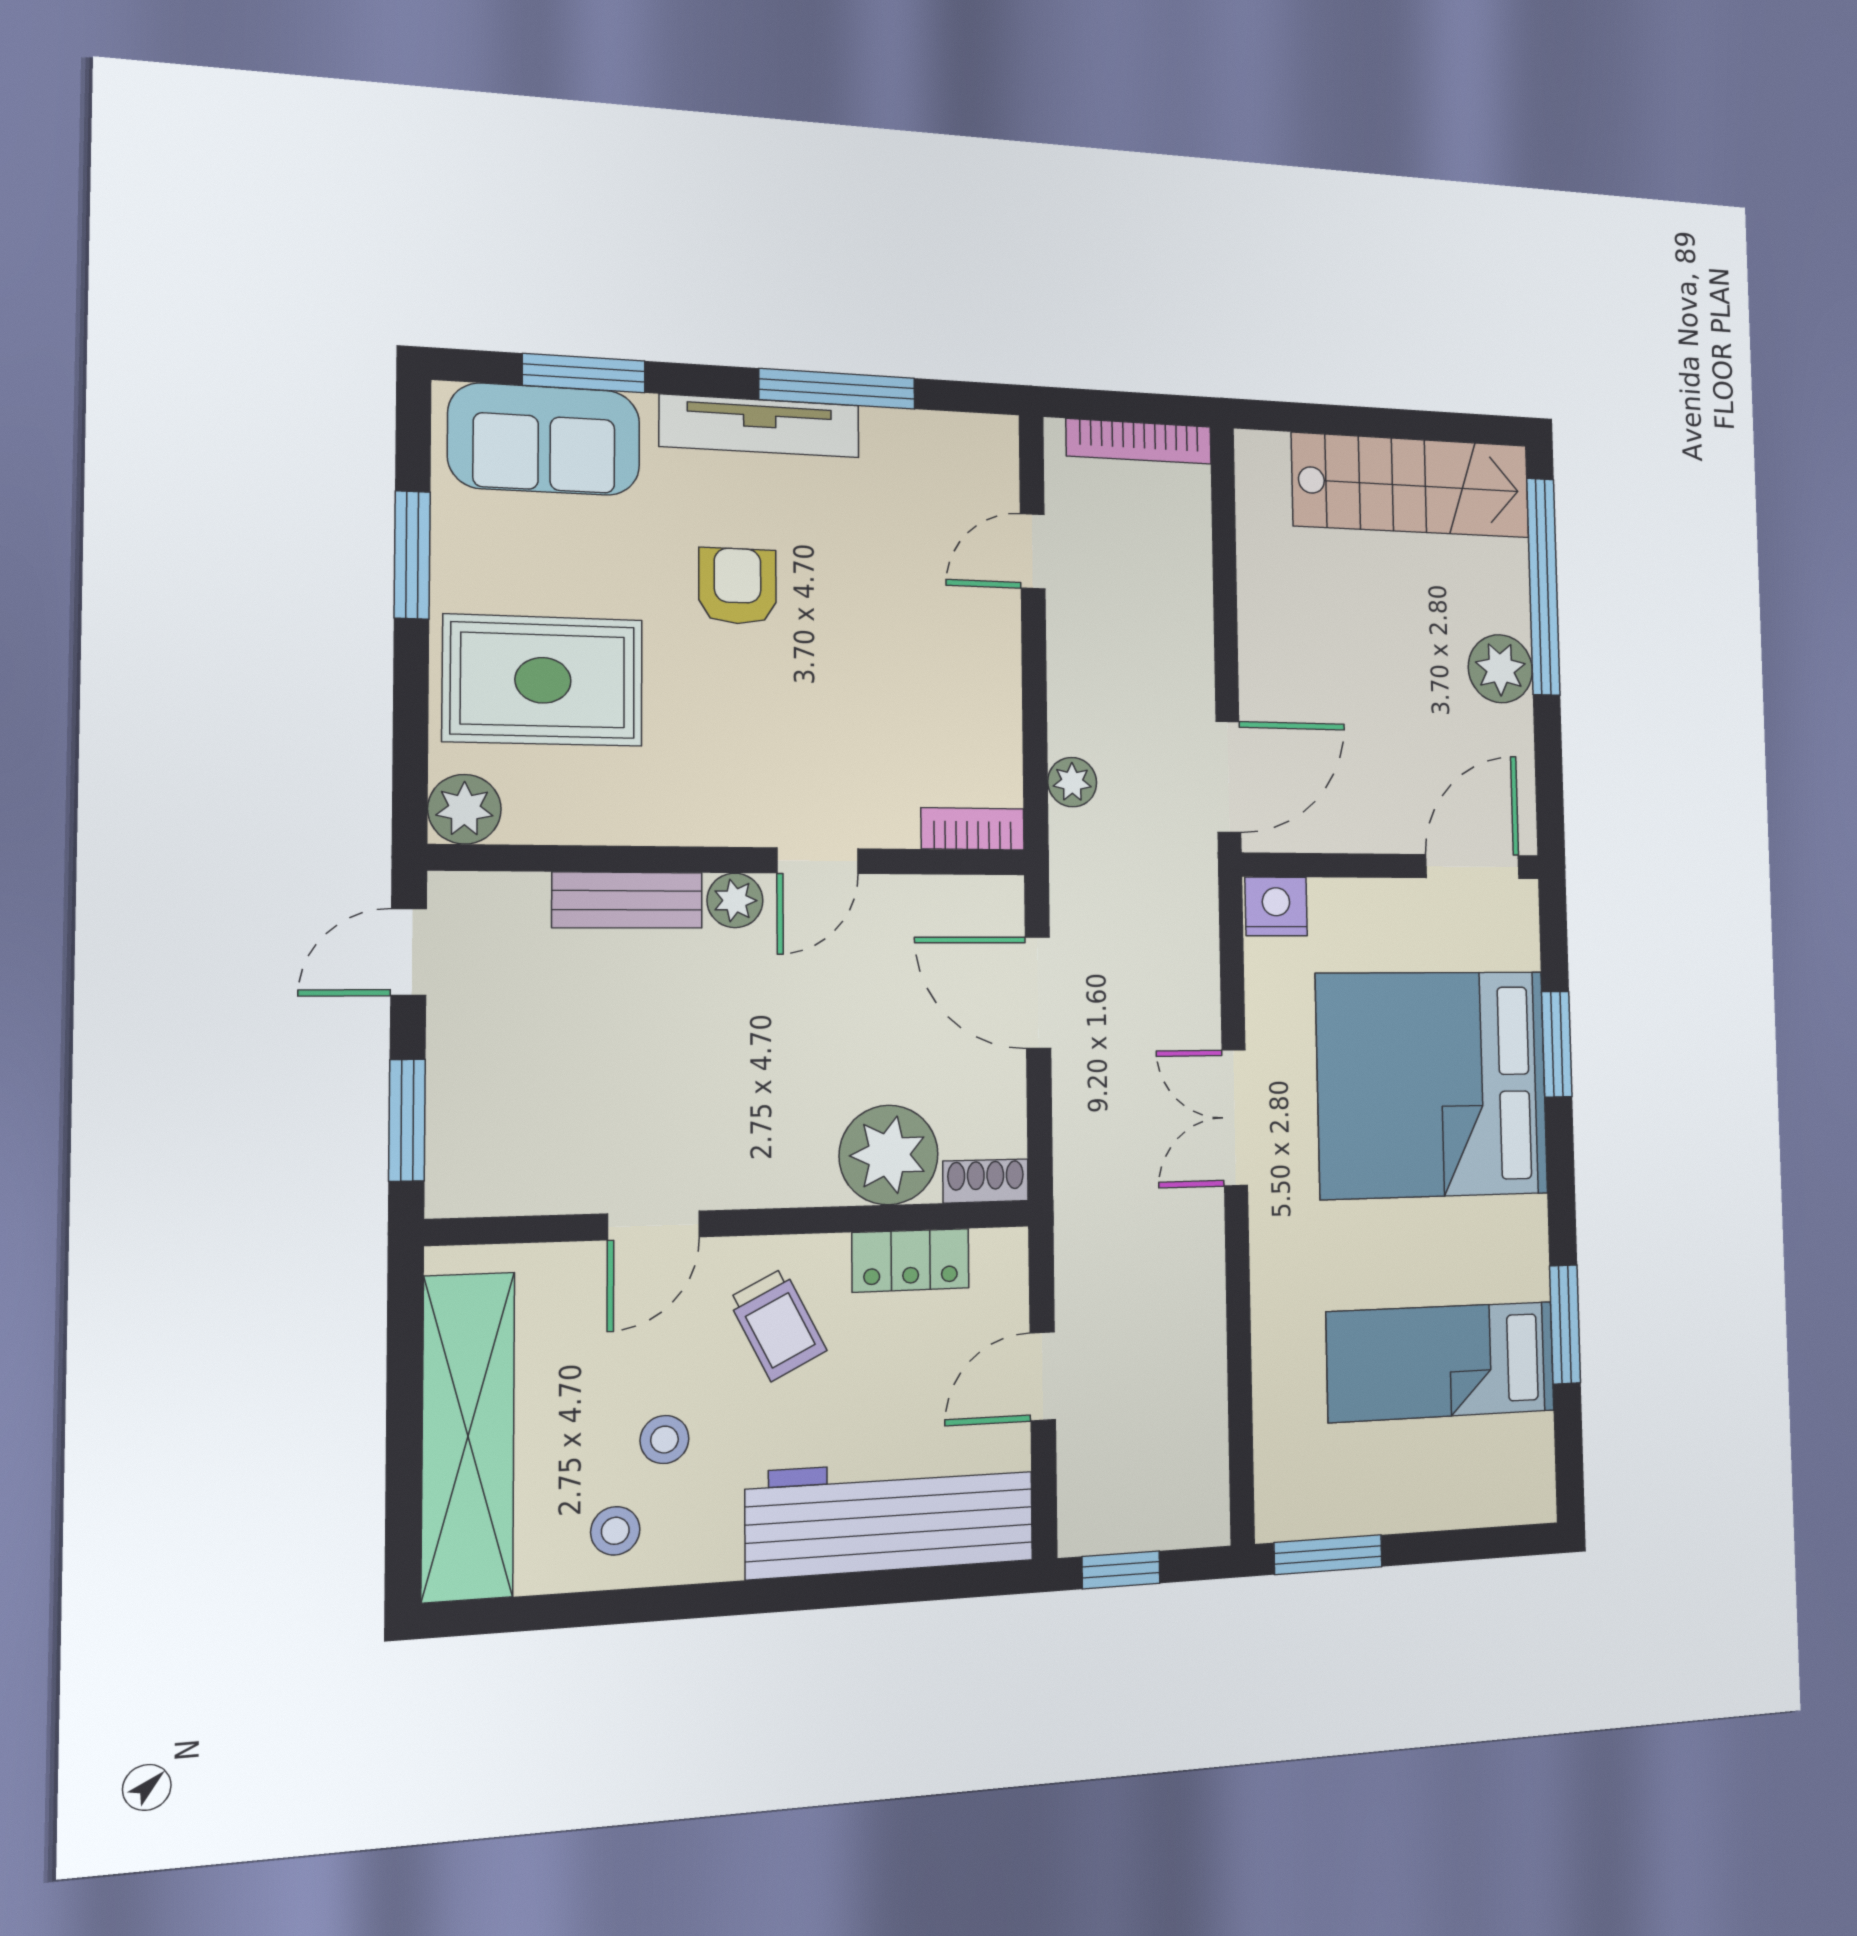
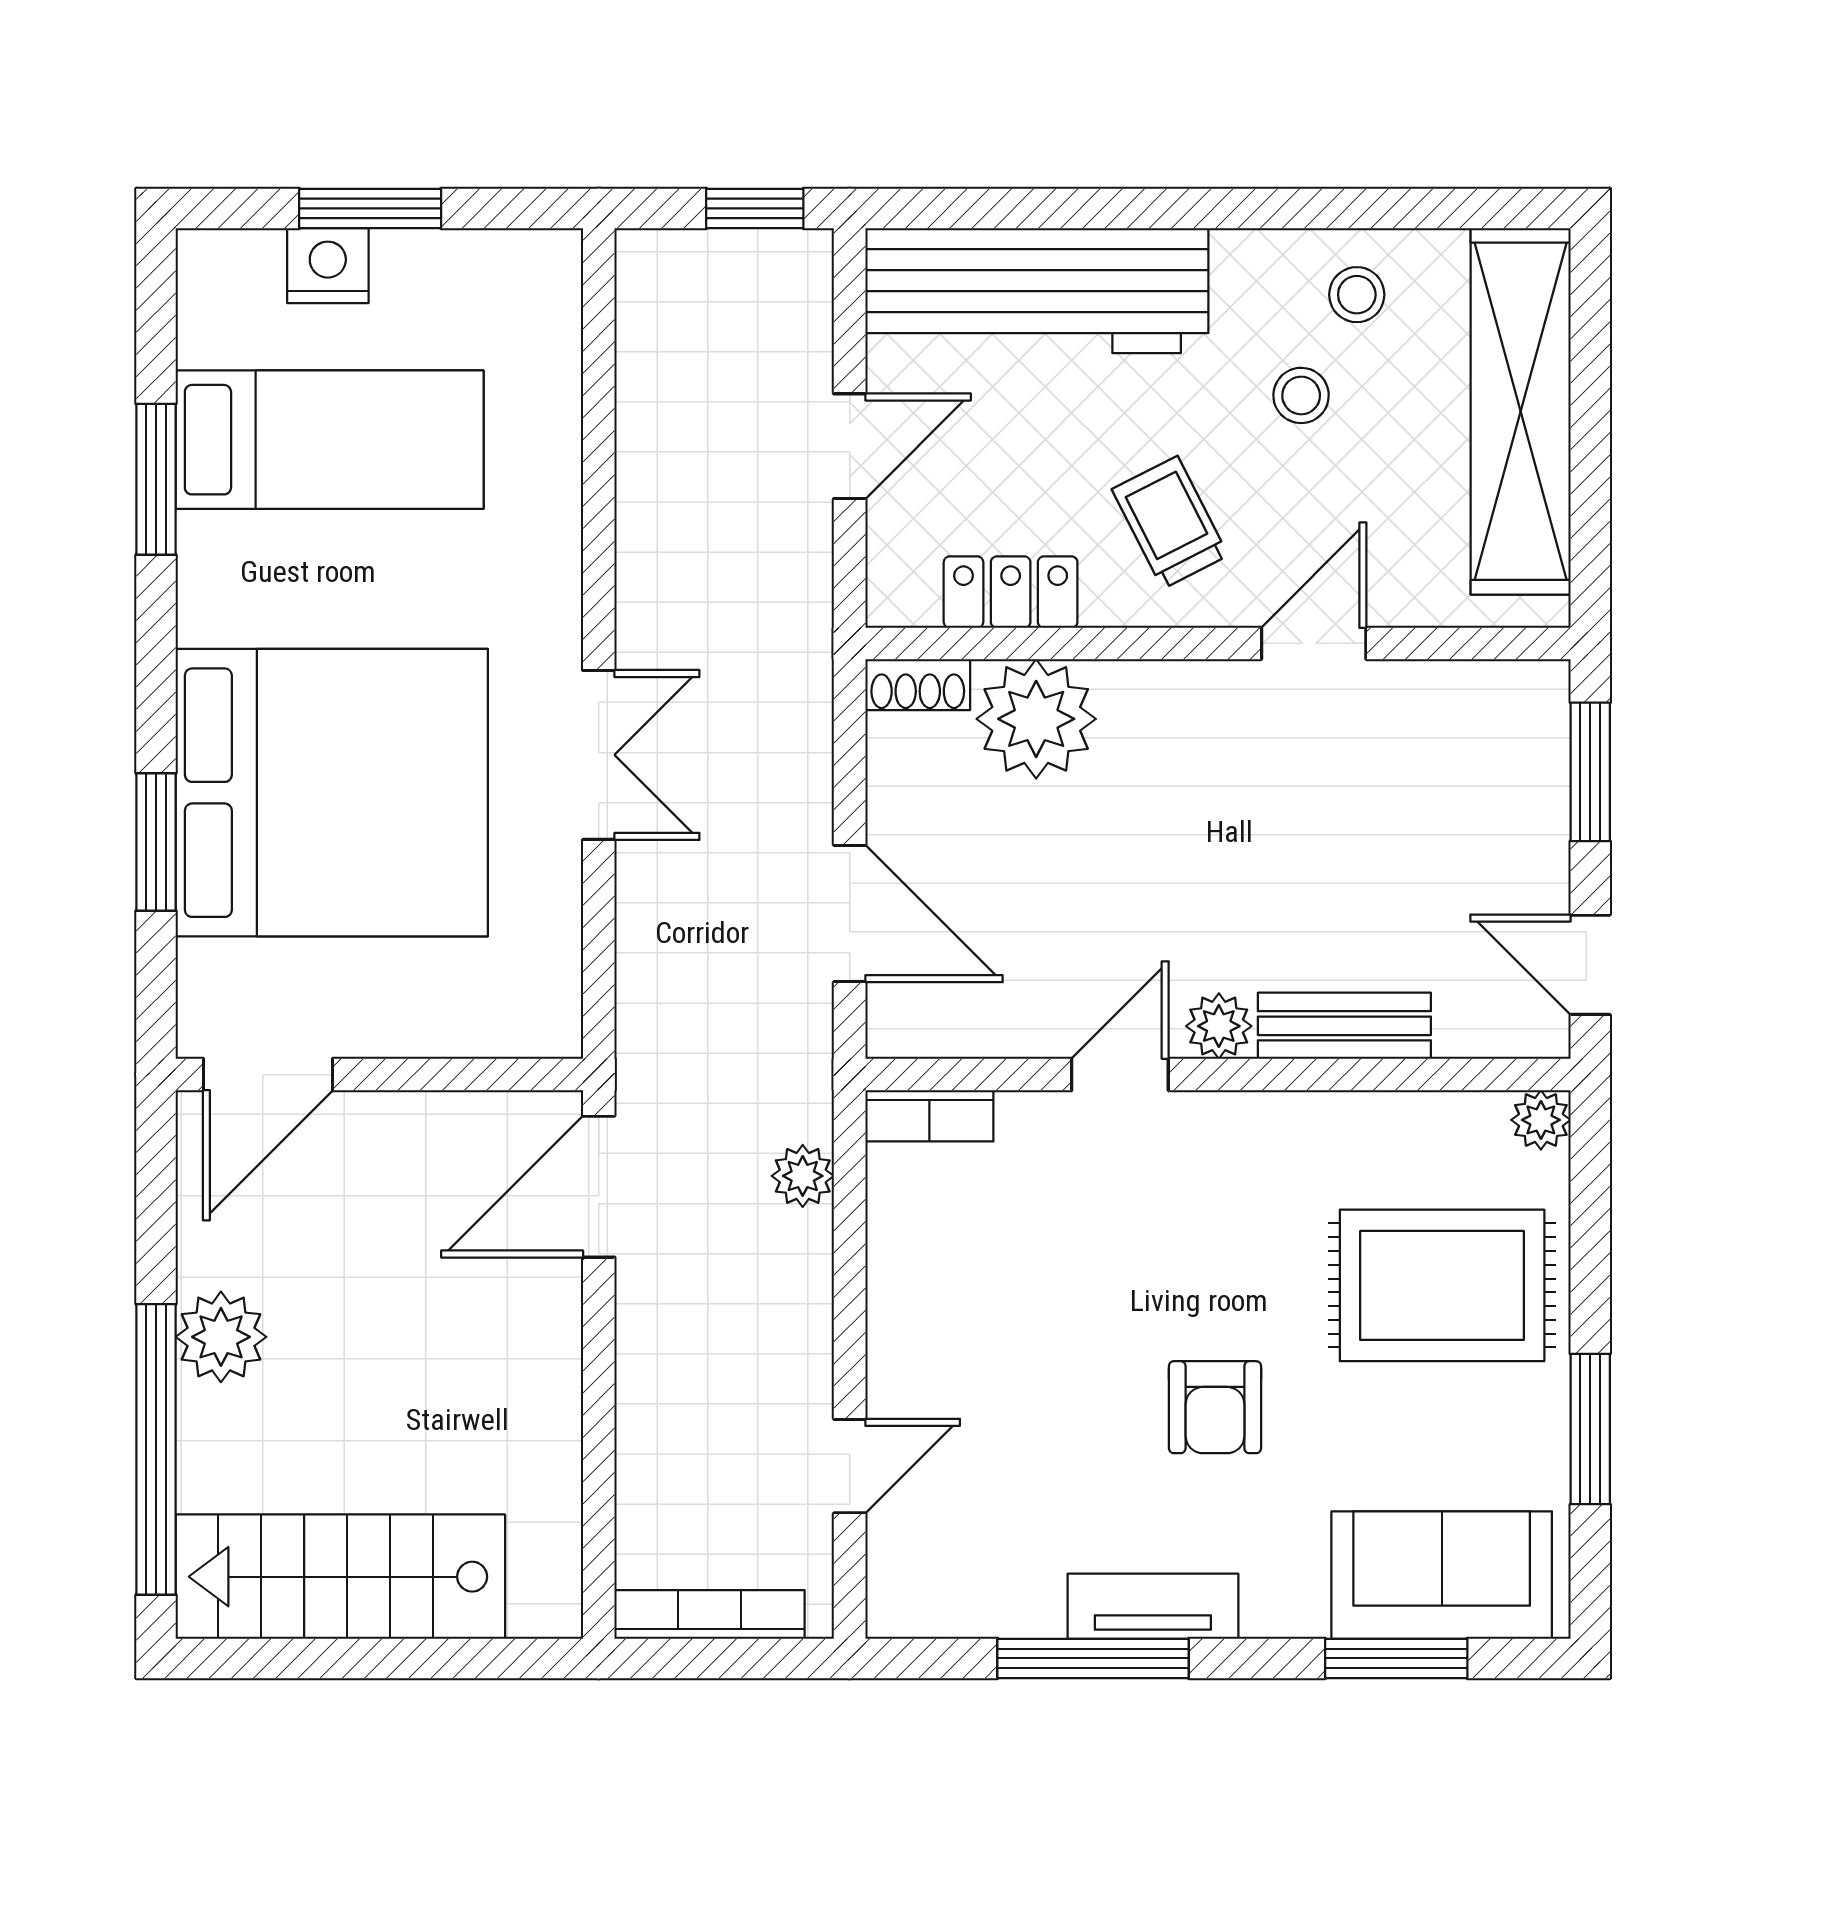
tv unit: (760, 426) -> (1153, 1606), width x0.71
plant: (464, 809) -> (1541, 1120), width x0.73, depth x0.73
nightstand: (1276, 906) -> (328, 266), moved, turned 180
door: (409, 952) -> (1590, 965), swing flipped
window: (1328, 1555) -> (370, 208), moved

